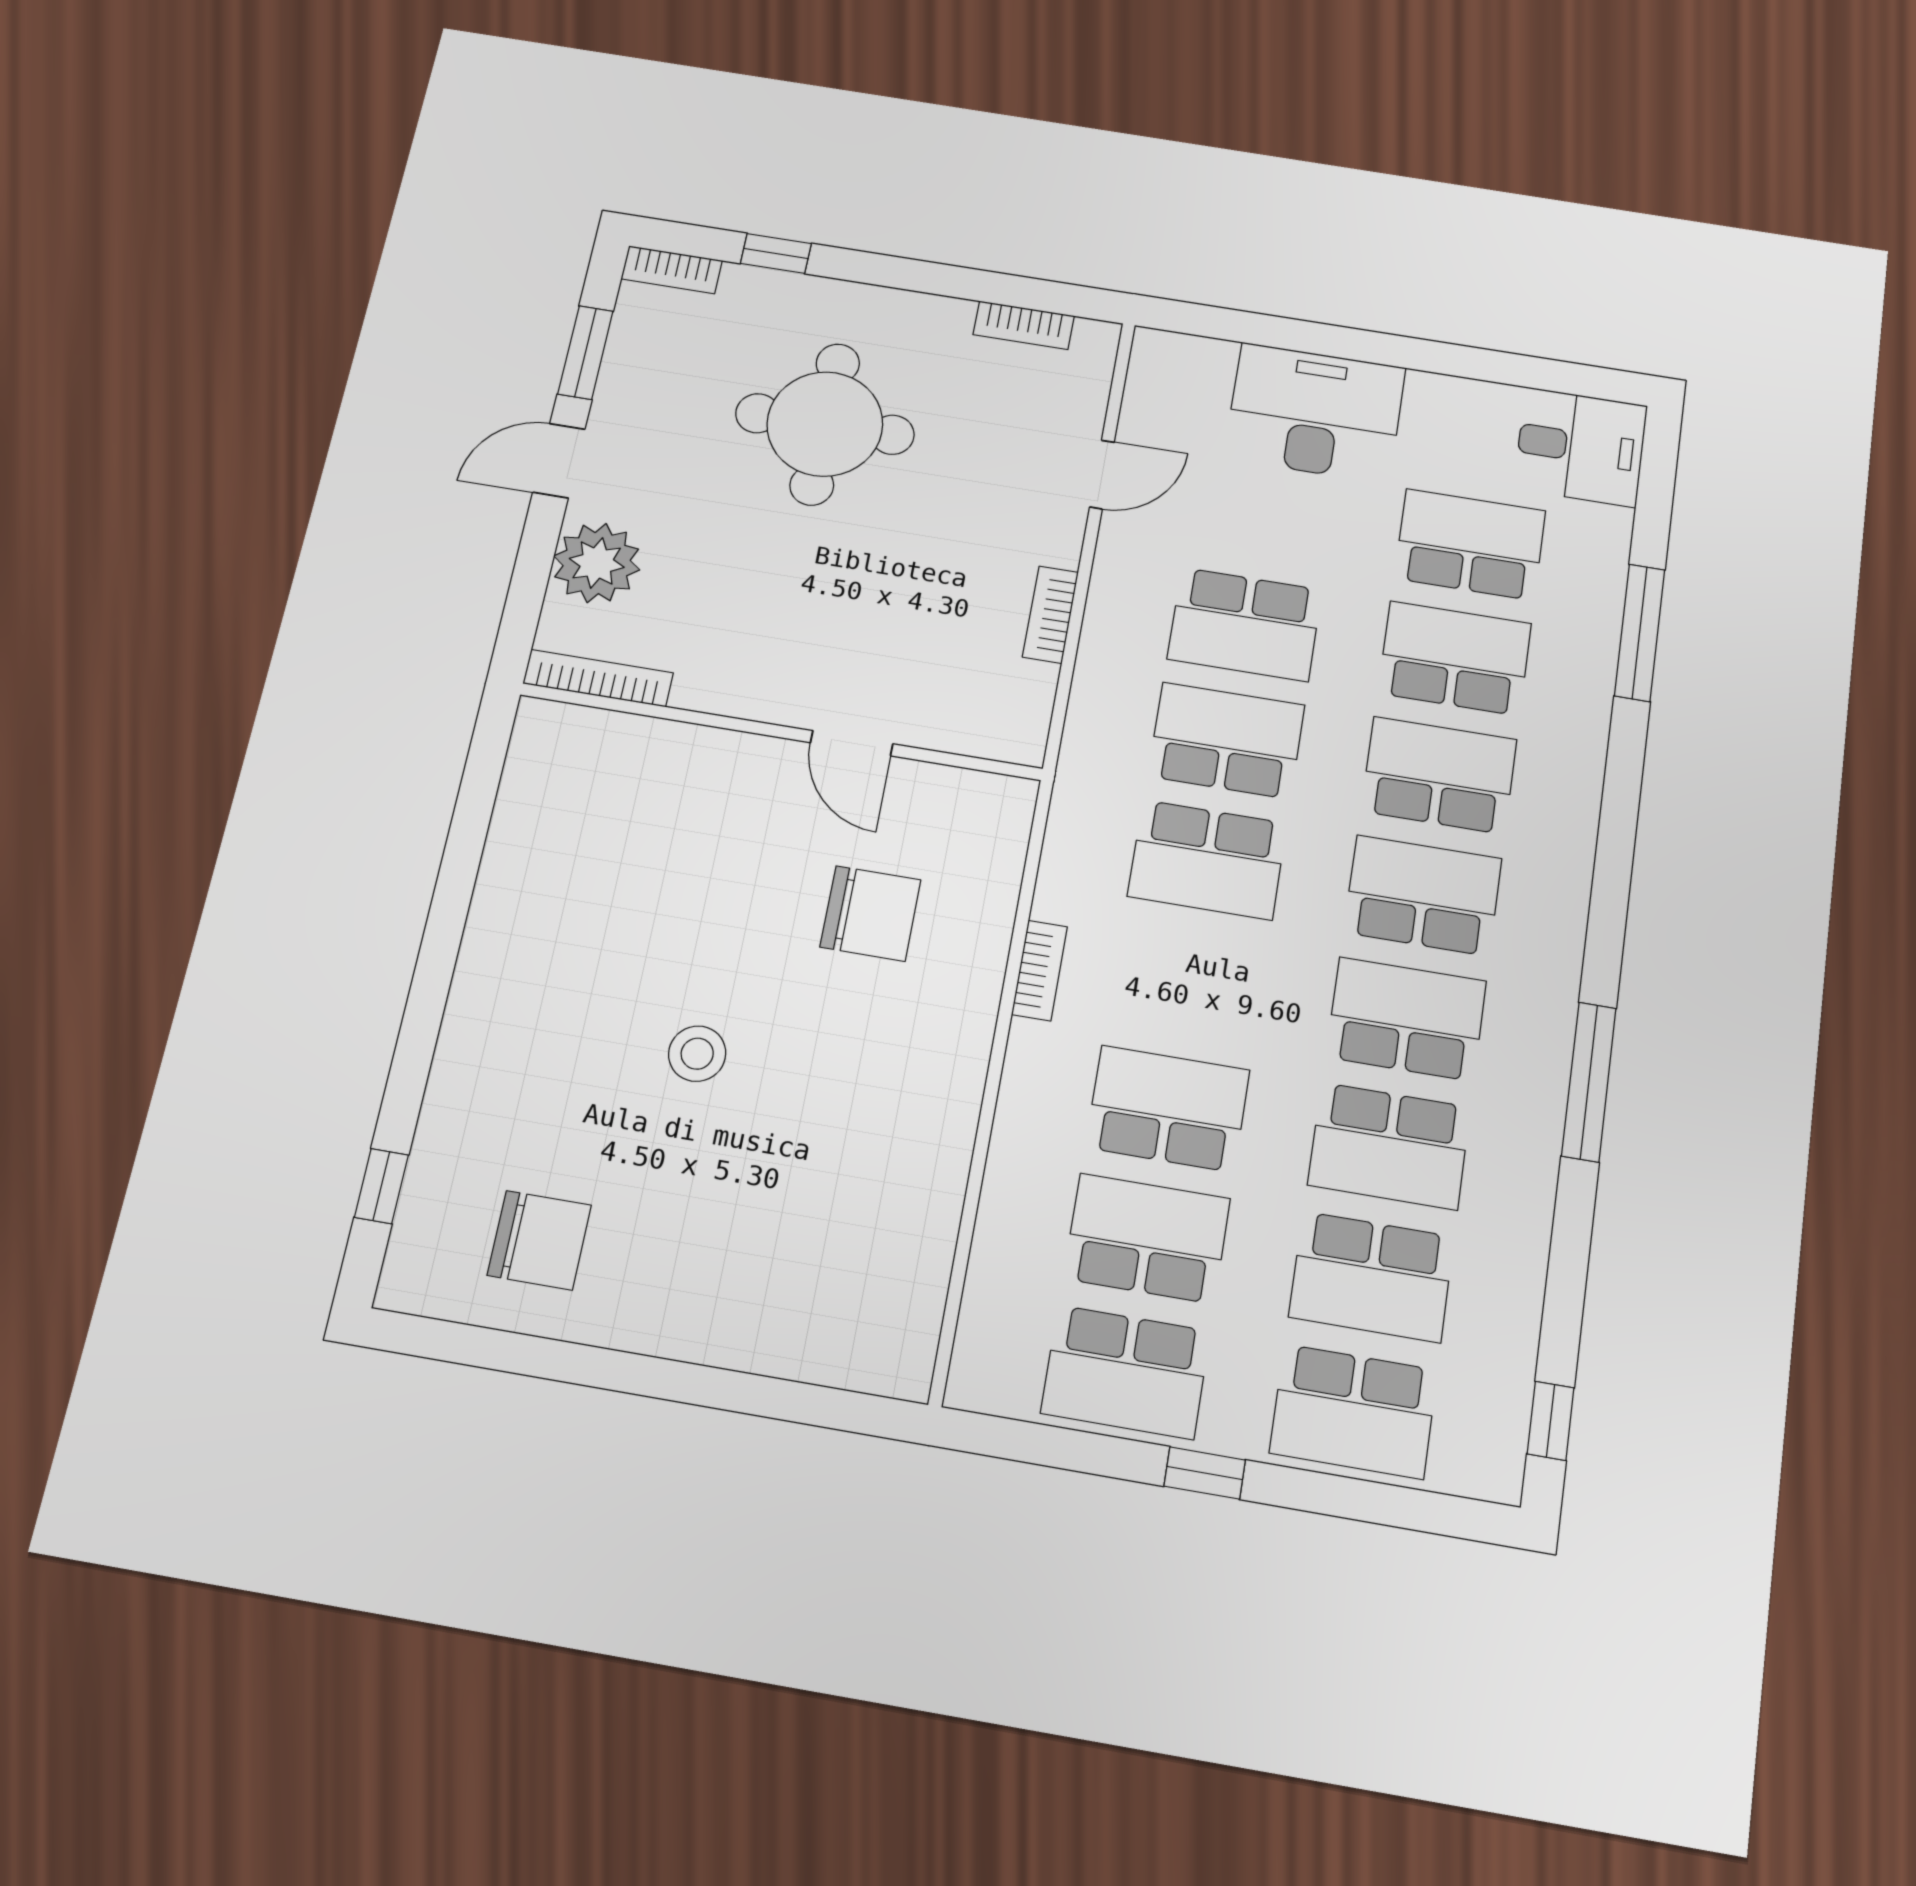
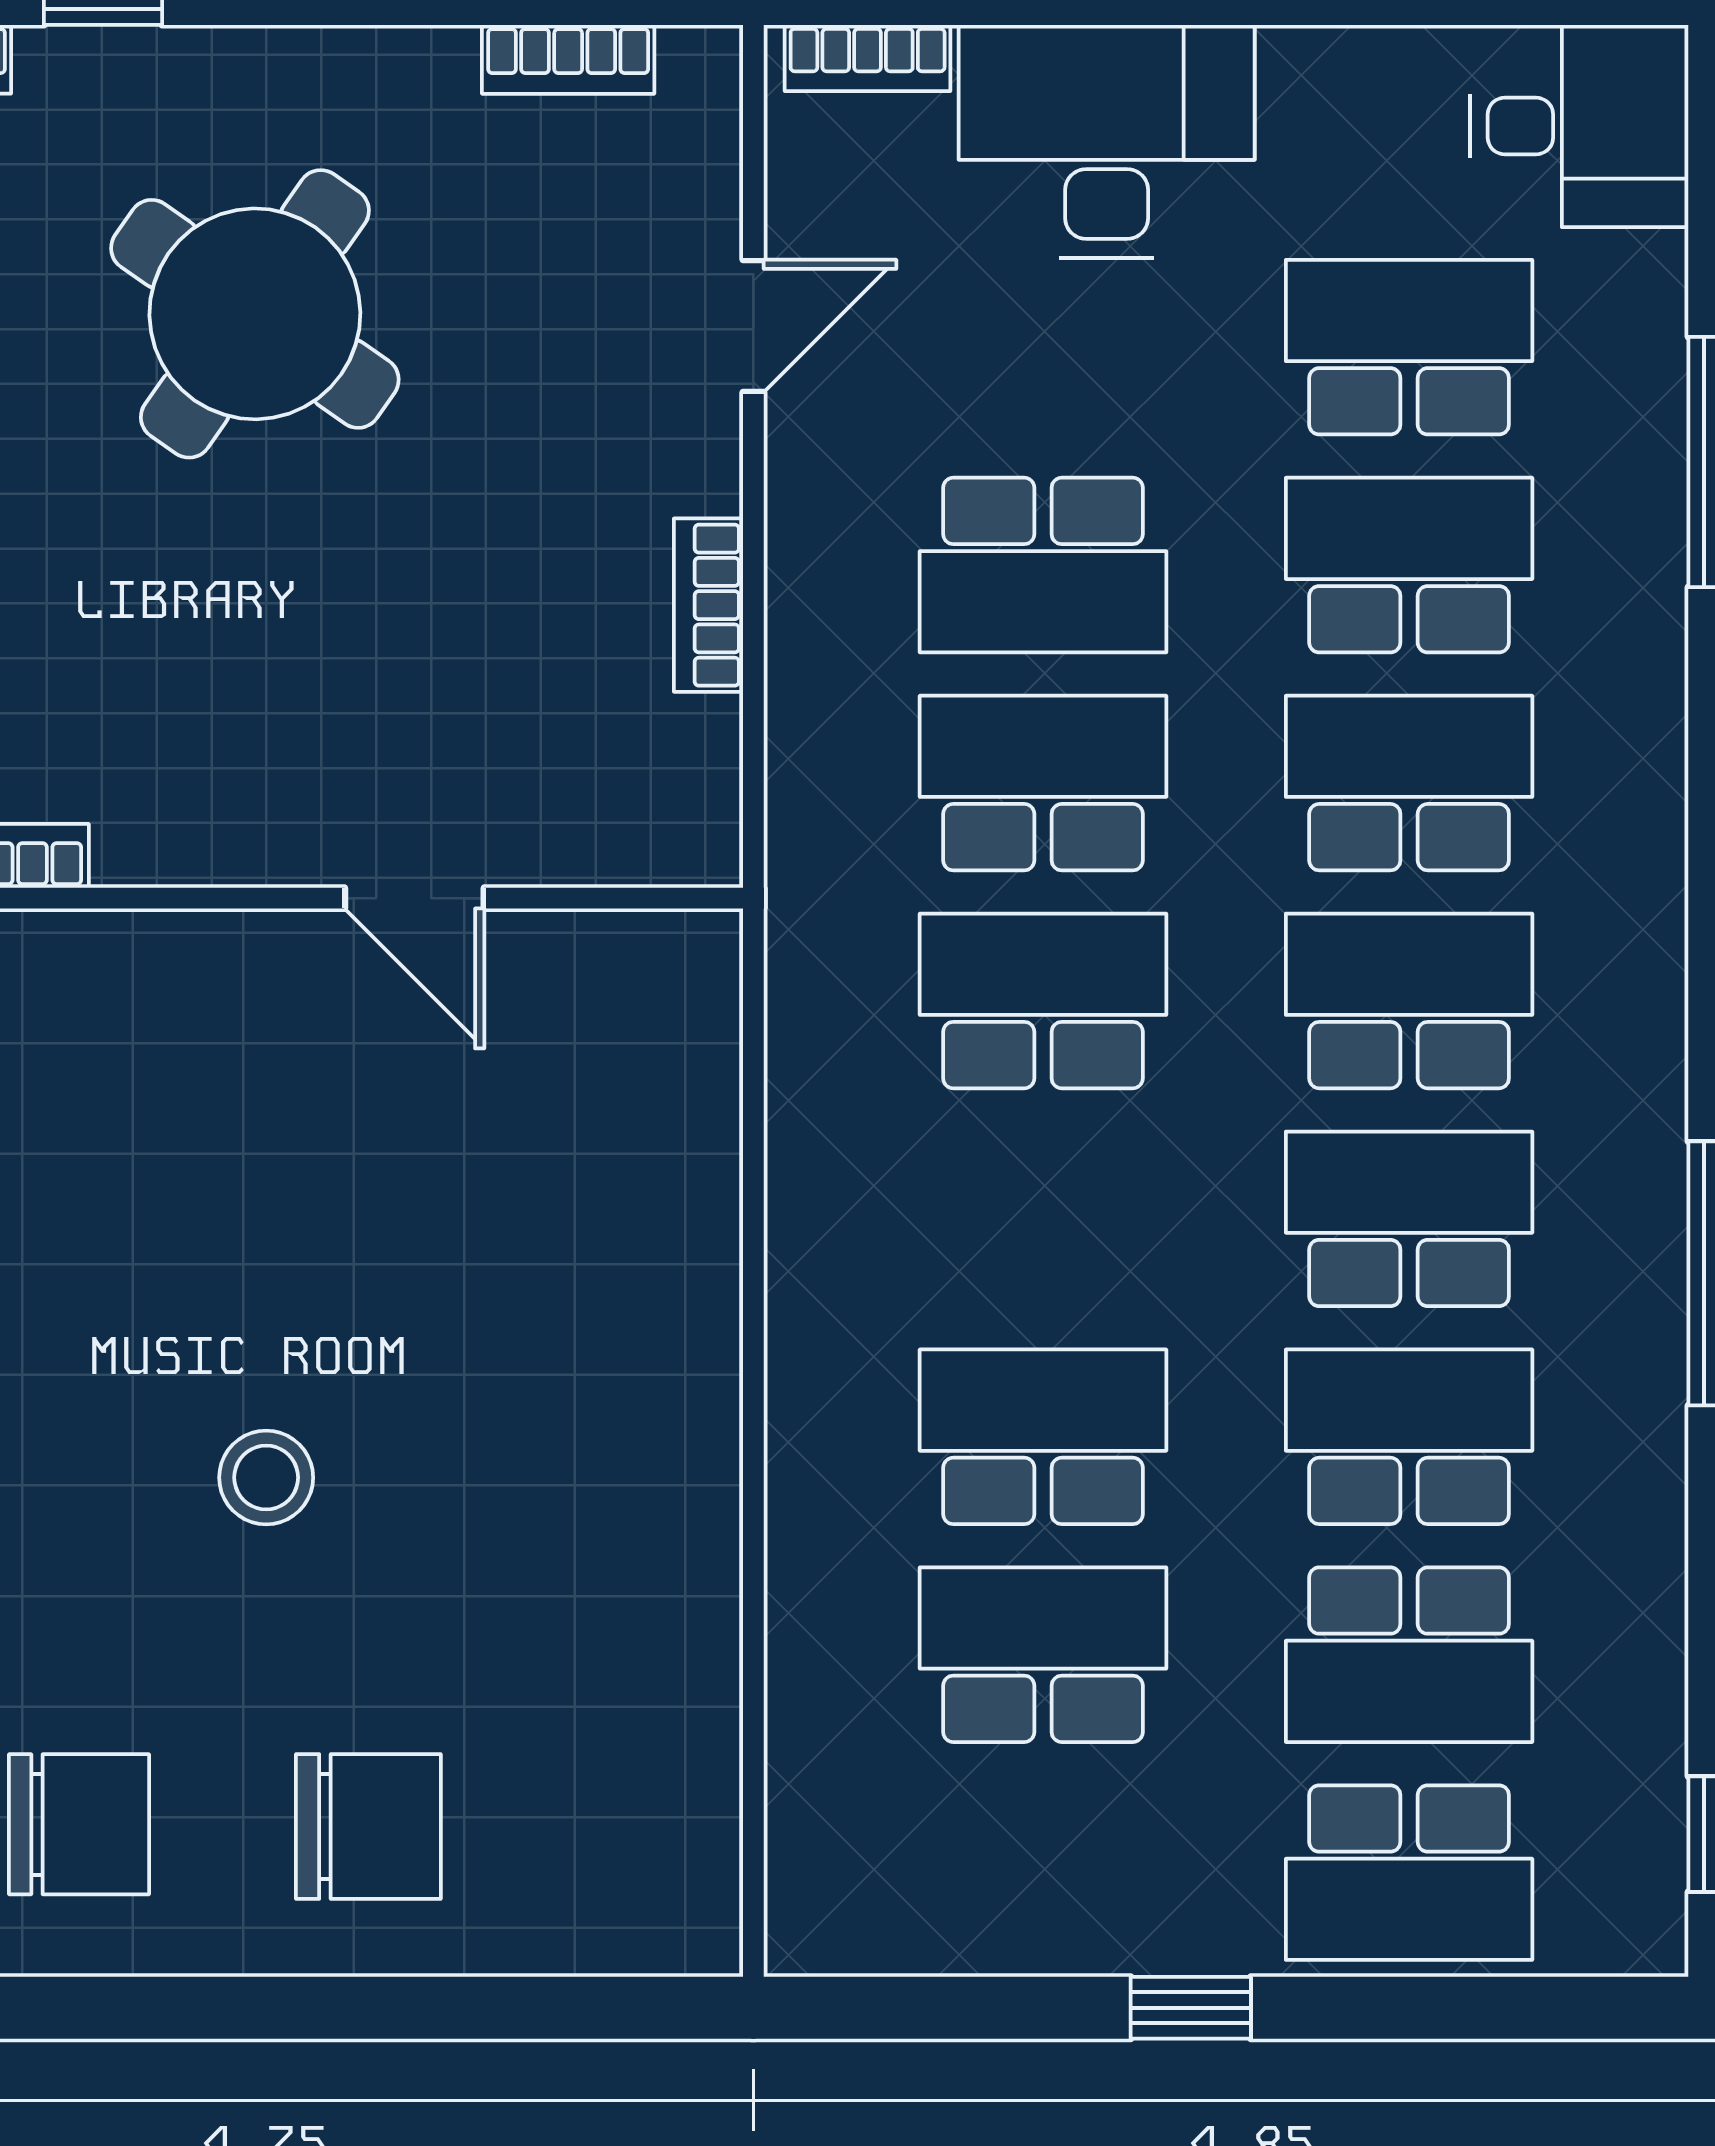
round table: (825, 424) -> (255, 314), turned 35
school desk: (1207, 860) -> (1043, 1001), turned 180
chair: (870, 913) -> (368, 1826), moved
bookcase: (1039, 970) -> (868, 58), moved, turned 90
school desk: (1389, 1146) -> (1409, 1437), turned 180
school desk: (1126, 1372) -> (1043, 1873), removed

